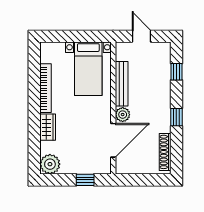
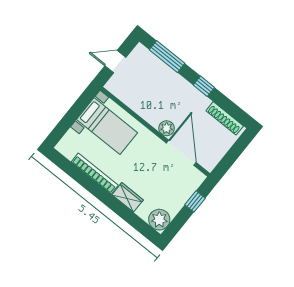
window: (176, 72) -> (167, 57), width x2.17
bench: (122, 84) -> (141, 109), removed

